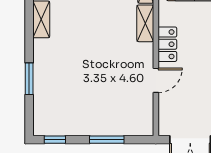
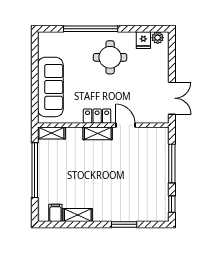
shelving: (145, 23) -> (98, 133), moved
window: (107, 140) -> (172, 164), width x1.44

